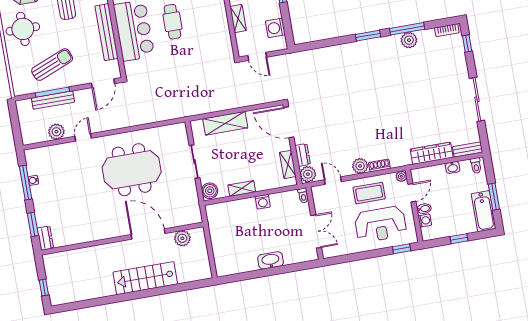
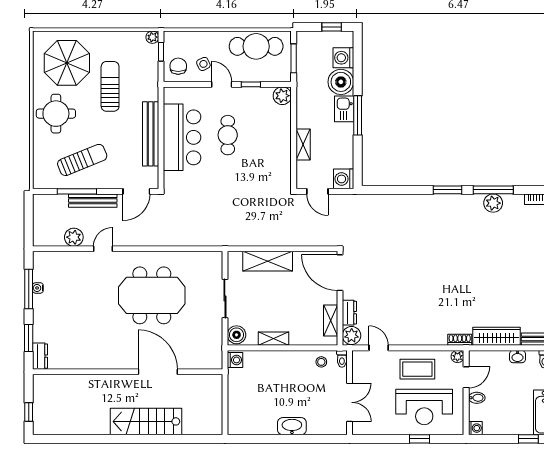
washing machine: (275, 28) -> (344, 179), moved
bench: (53, 100) -> (93, 201), moved
shoe rack: (379, 165) -> (460, 340), moved
plant: (360, 166) -> (413, 337), removed
stool: (286, 201) -> (321, 362), added
washing machine: (263, 202) -> (235, 360), moved, turned -90
washing machine: (425, 221) -> (475, 428), moved
plant: (182, 238) -> (196, 384), removed
window: (459, 239) -> (528, 439), moved
window: (402, 249) -> (420, 439), moved

